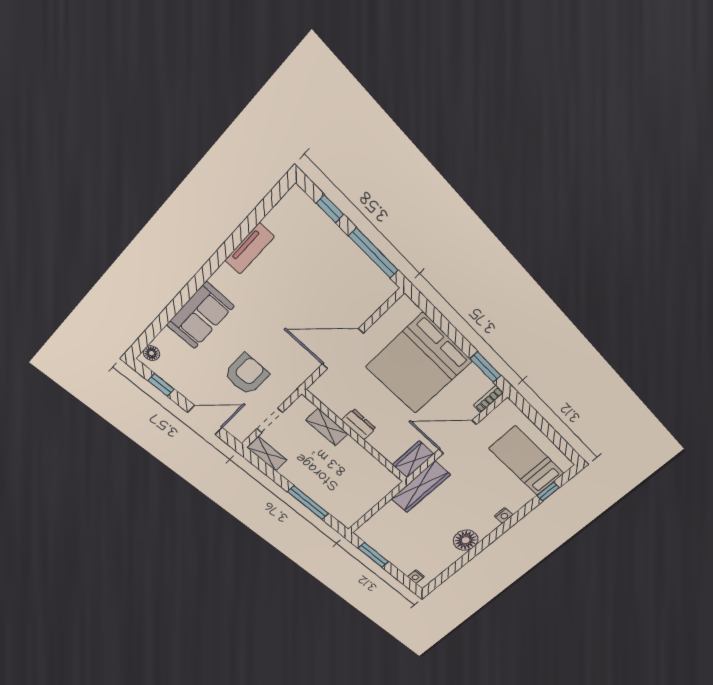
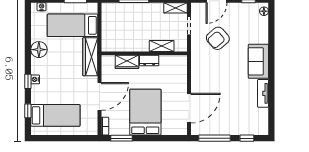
sofa: (200, 315) -> (258, 61), moved
door: (343, 349) -> (189, 108), moved
bed: (419, 364) -> (145, 112), width x0.73
armchair: (246, 374) -> (218, 38), turned 49
wardrobe: (413, 459) -> (127, 62), moved, turned 90
window: (513, 520) -> (28, 81), added
bed: (404, 534) -> (72, 25), added

